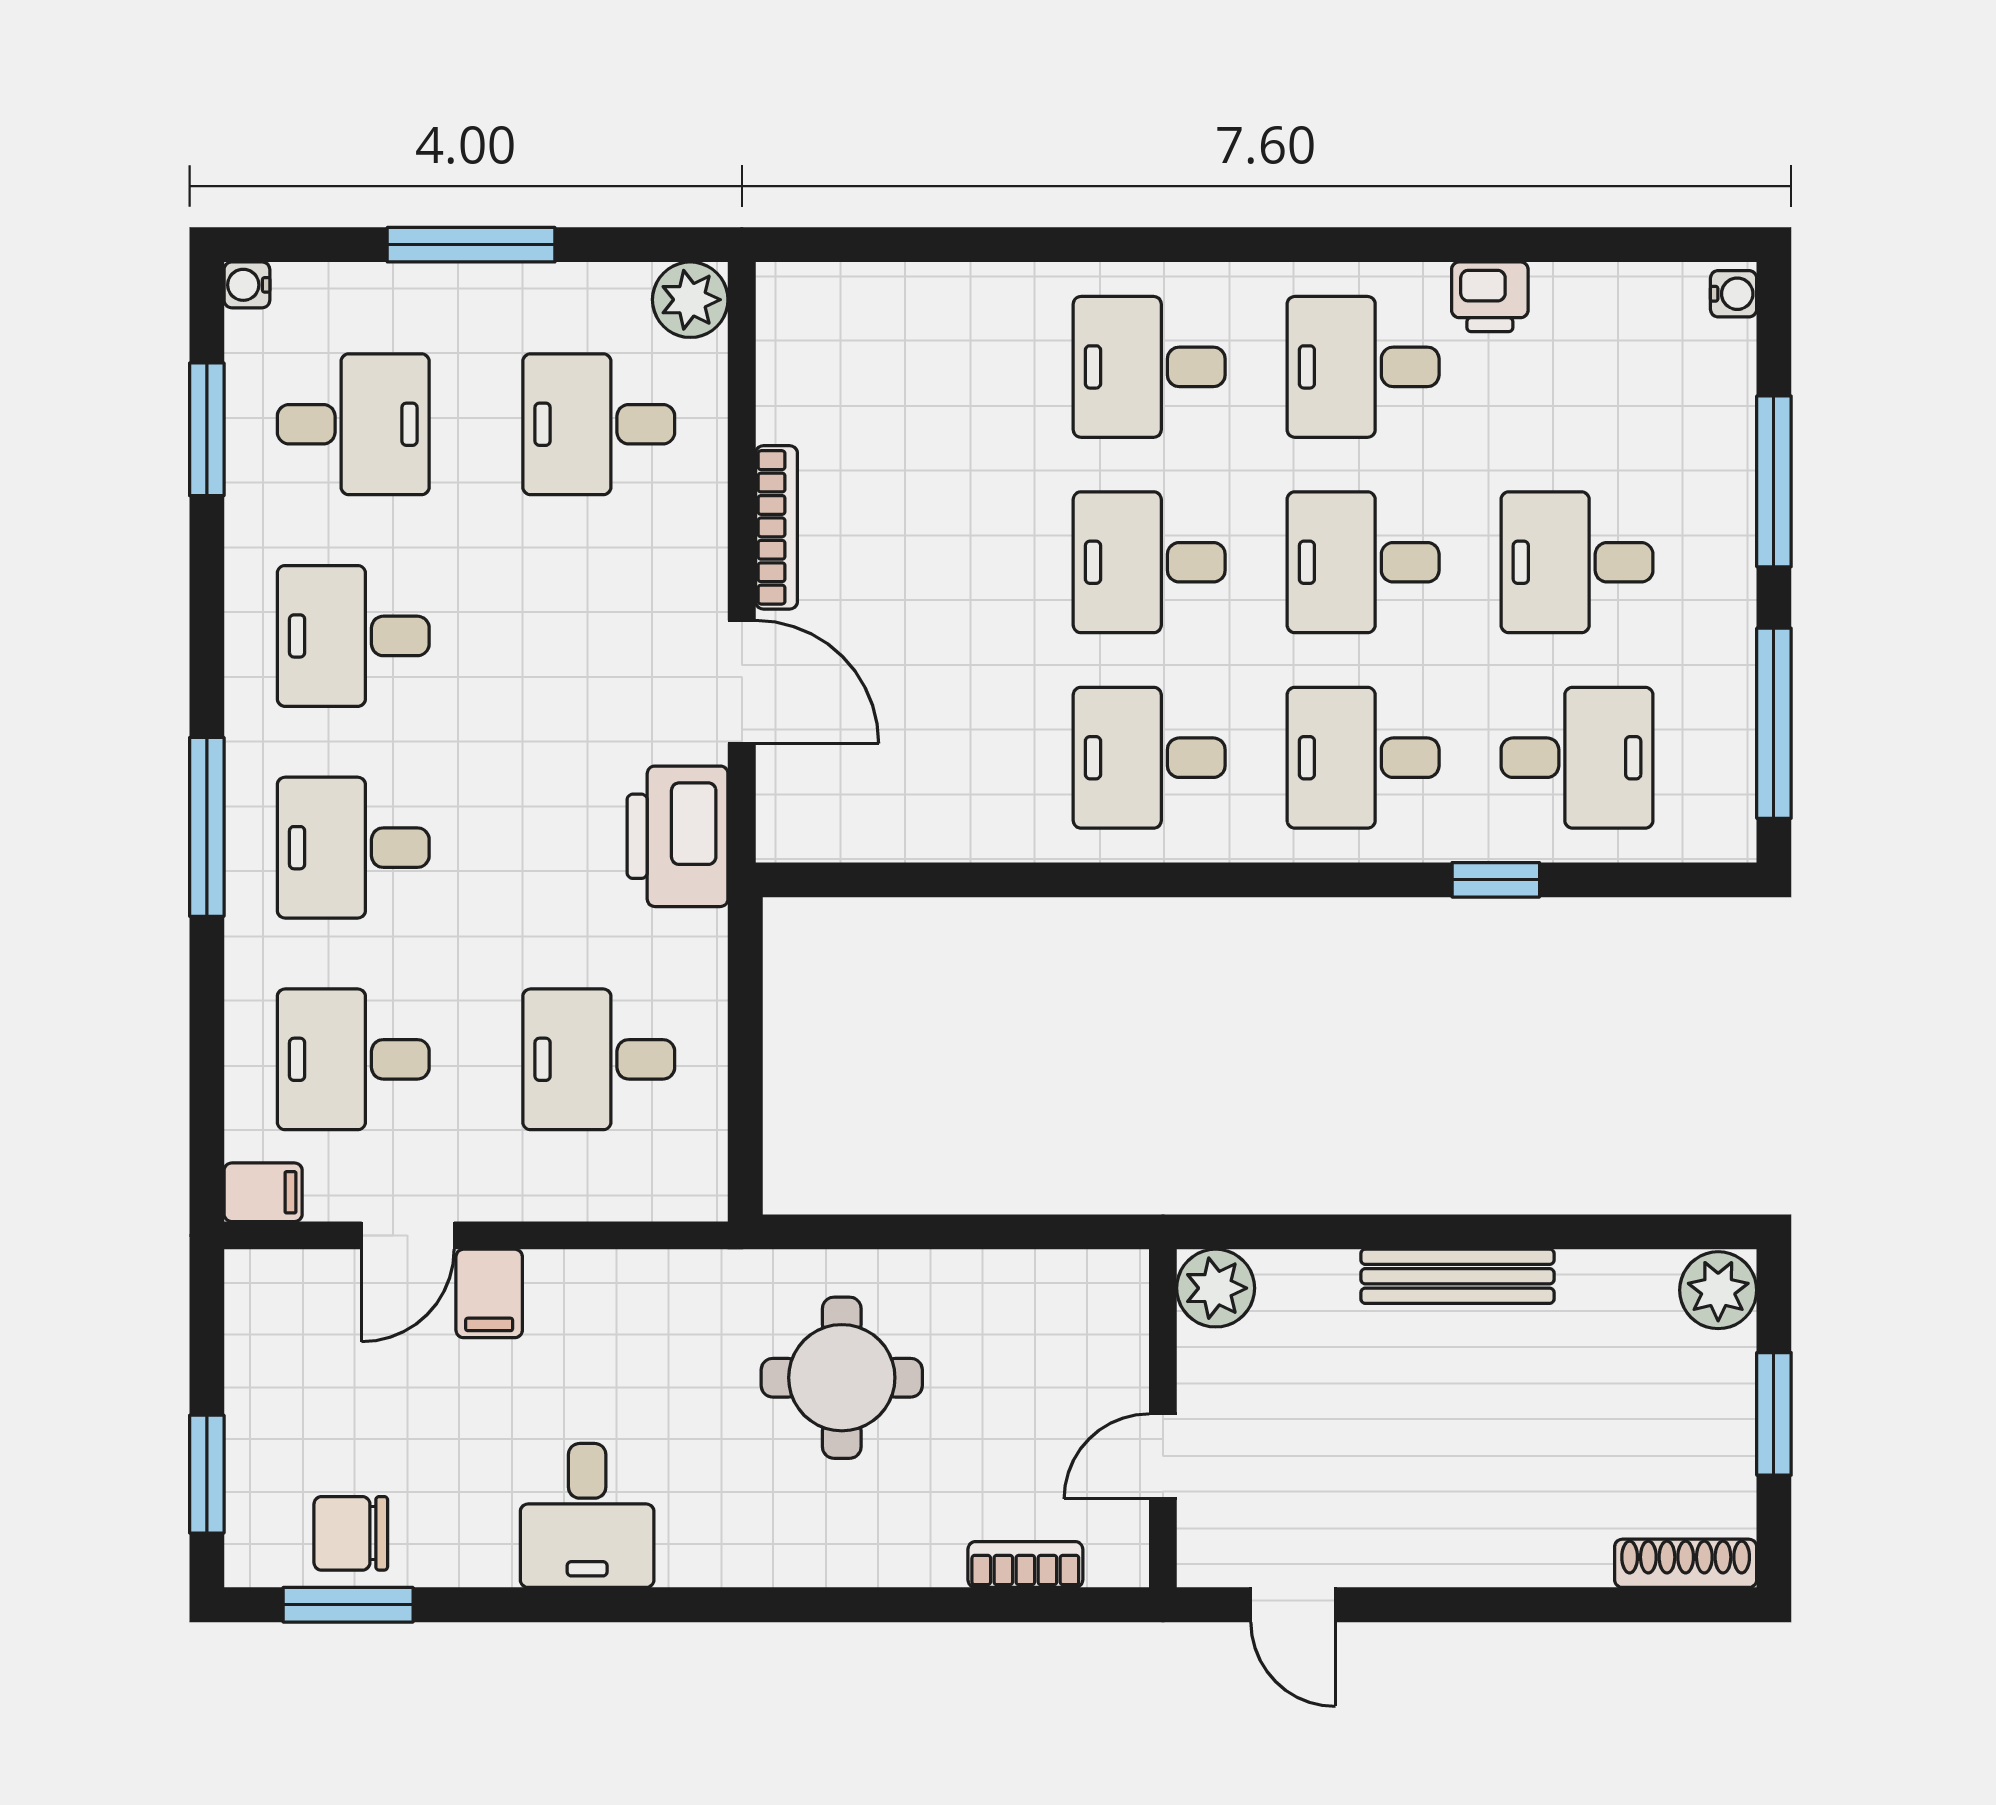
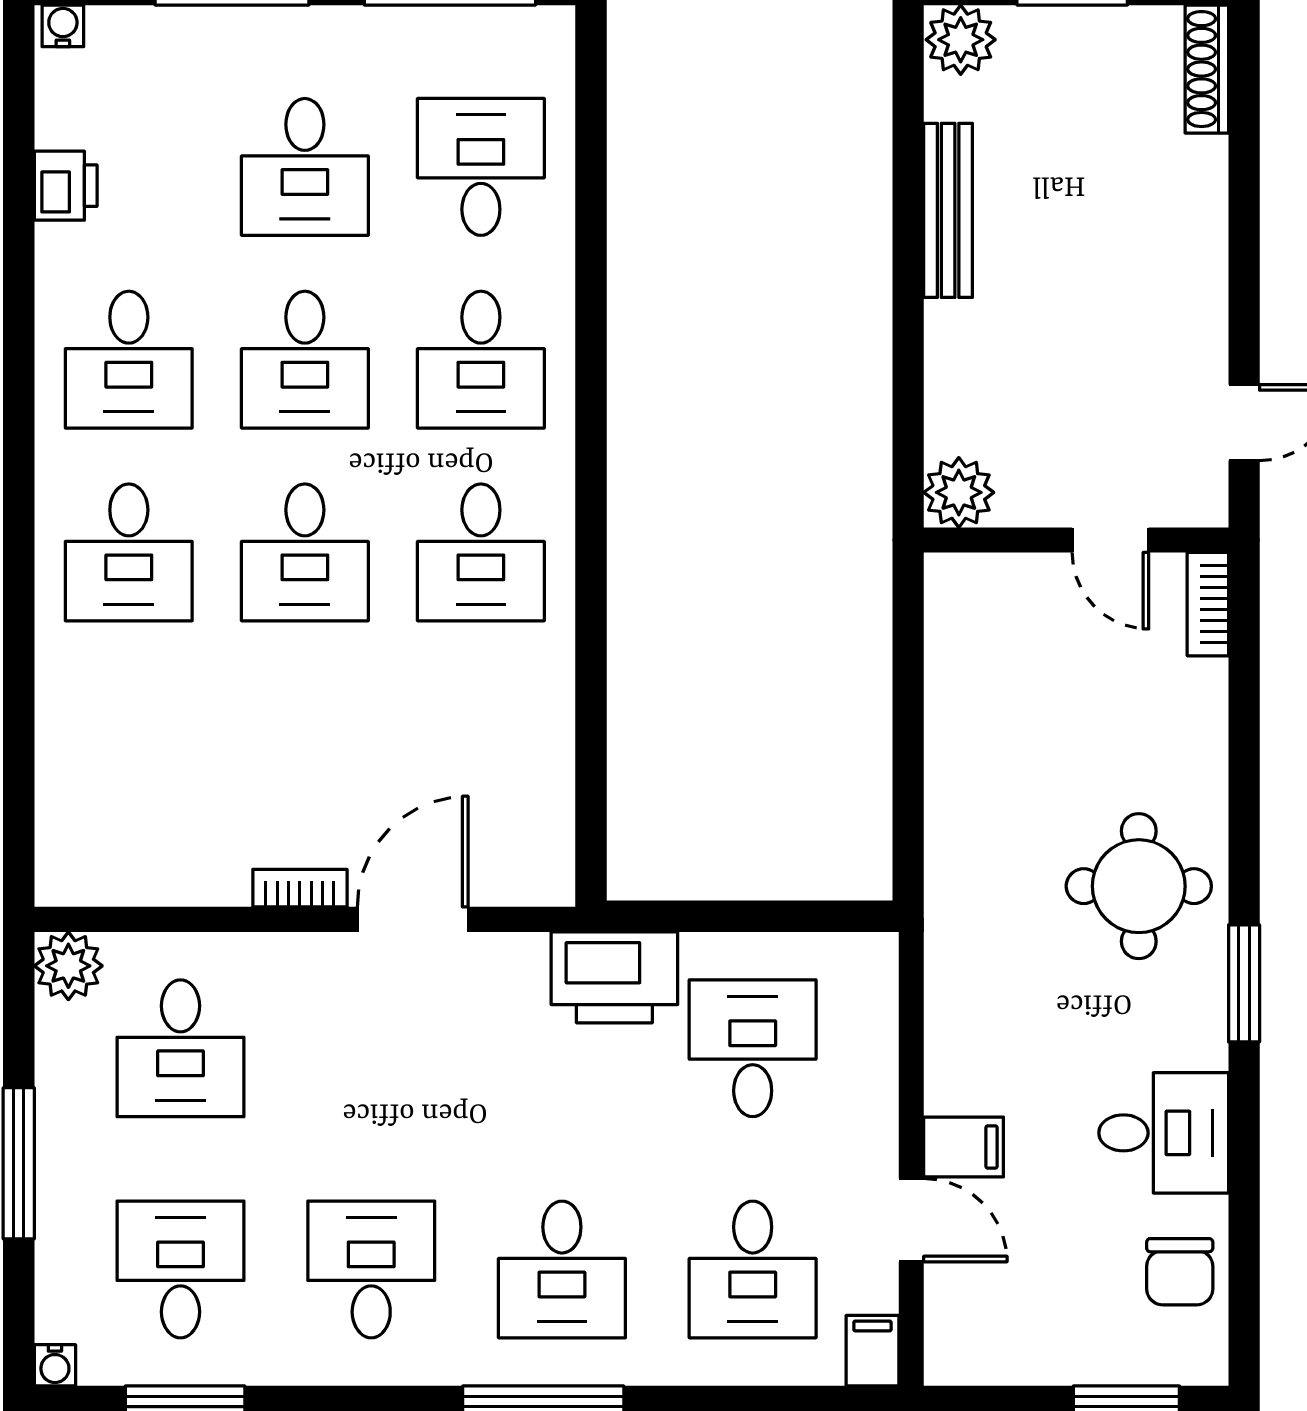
printer: (1490, 297) -> (66, 186), moved
bookcase: (777, 527) -> (300, 888), width x0.64
desk: (353, 636) -> (371, 1269), turned 180
printer: (677, 836) -> (614, 977), moved
window: (1496, 880) -> (591, 240), removed
desk: (599, 1059) -> (753, 1048), turned 180
bench: (1457, 1276) -> (948, 210), moved
round table: (842, 1378) -> (1139, 886), moved
desk: (587, 1515) -> (1164, 1133), moved
bookcase: (1025, 1565) -> (1208, 604), moved
window: (348, 1605) -> (1244, 983), moved

